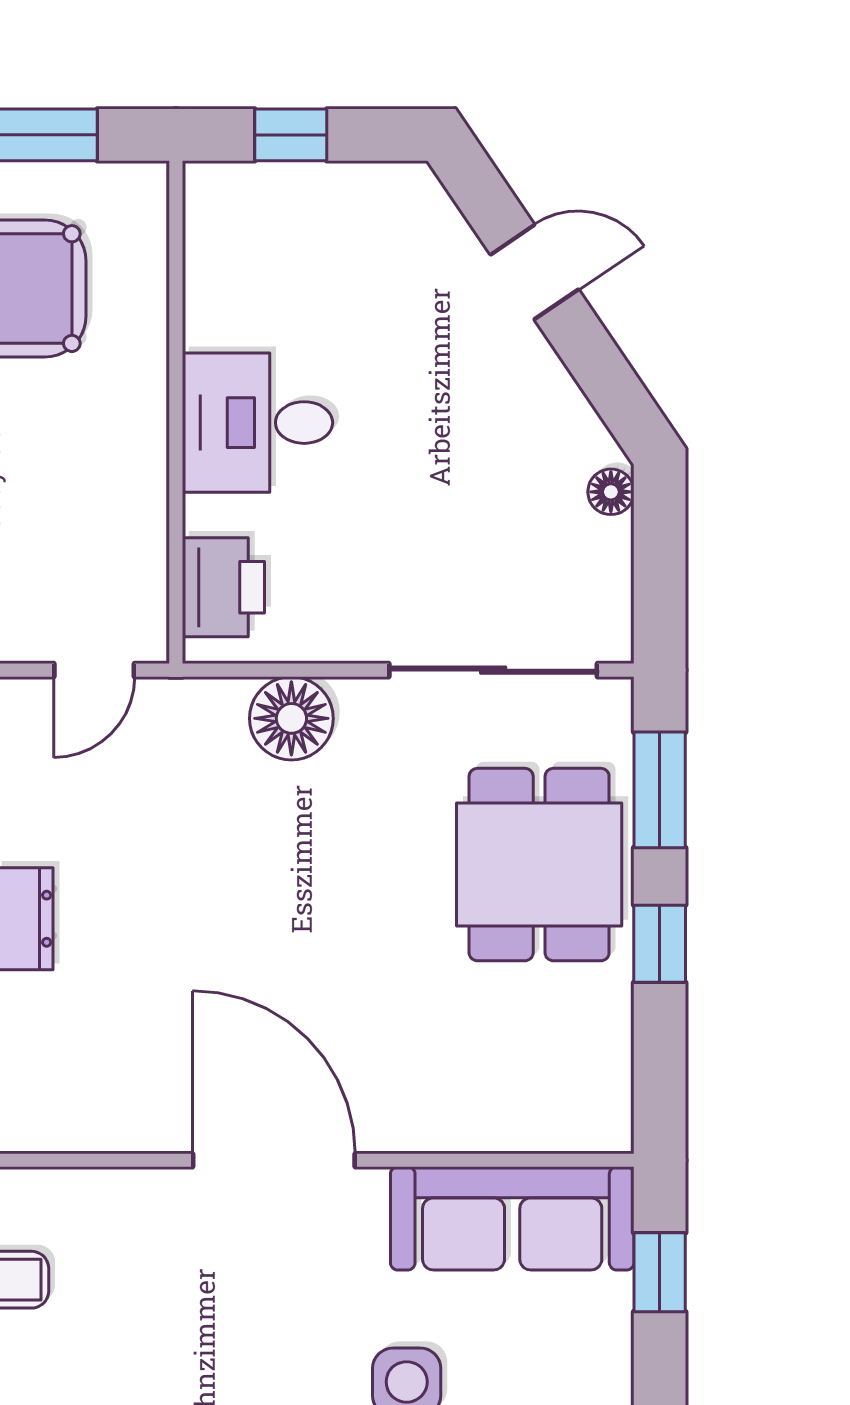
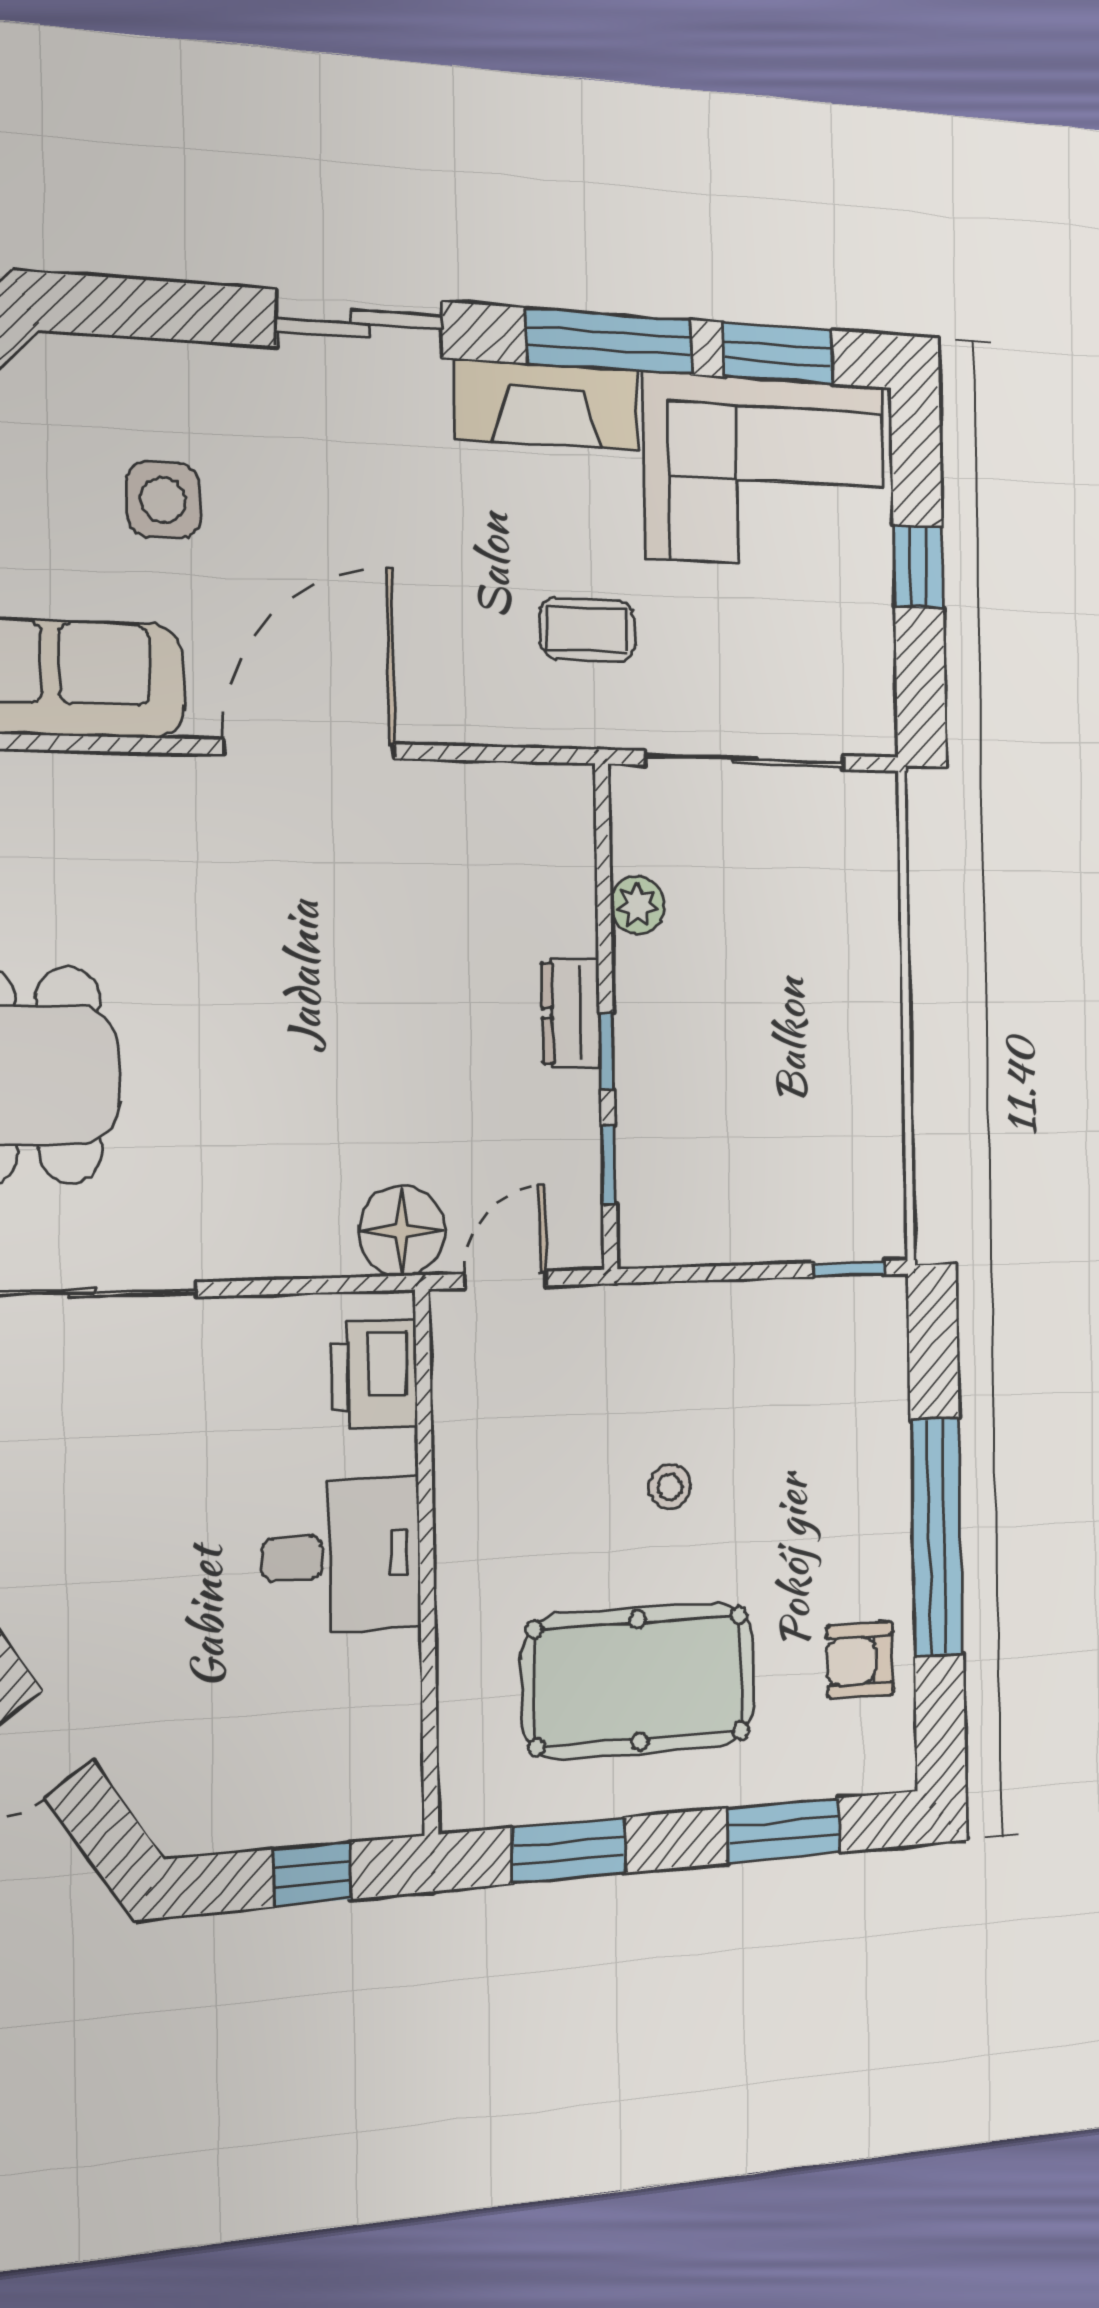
floor lamp: (291, 718) -> (402, 1231), moved
door: (274, 1160) -> (310, 749), swing flipped

